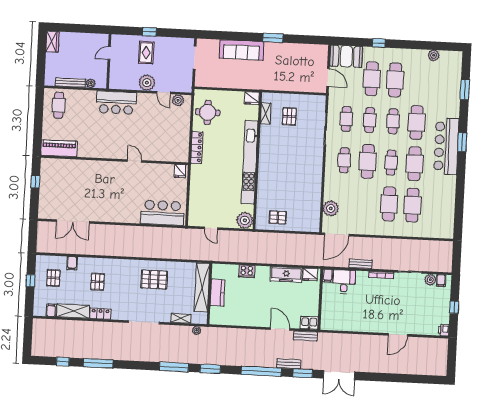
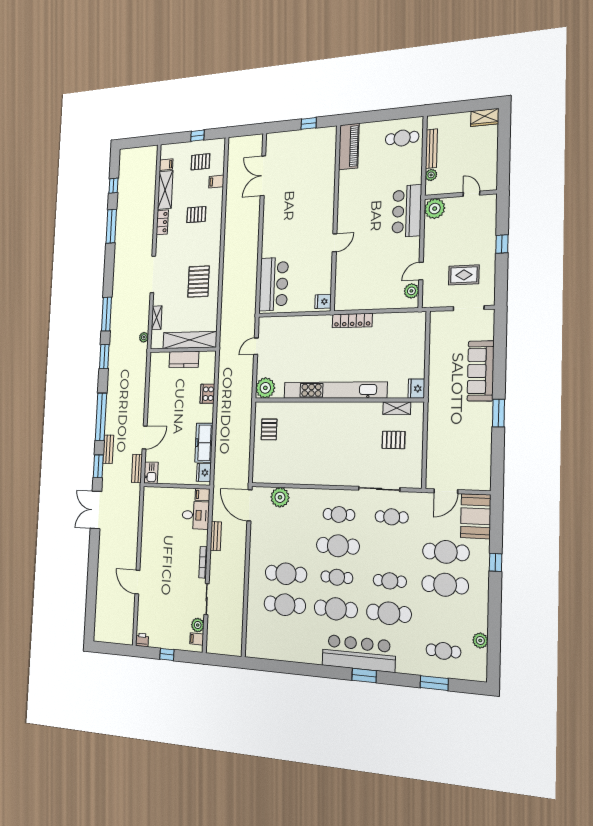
rug: (146, 53) -> (464, 275), moved
plant: (147, 83) -> (435, 209), moved
round table: (208, 112) -> (397, 331), removed
cafe table: (370, 120) -> (443, 651), moved

